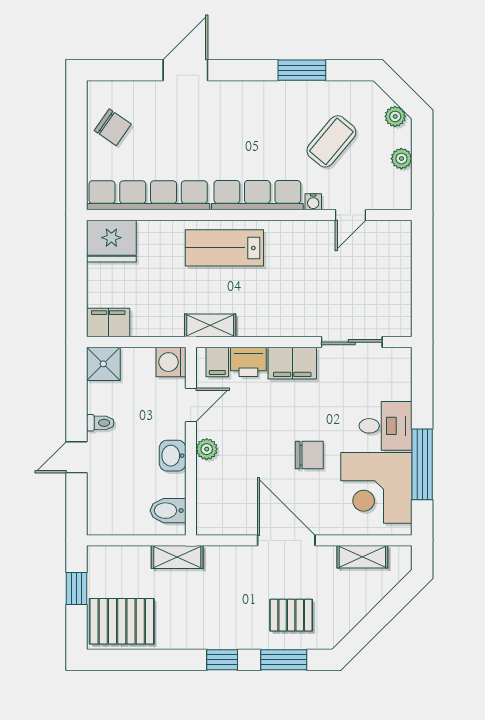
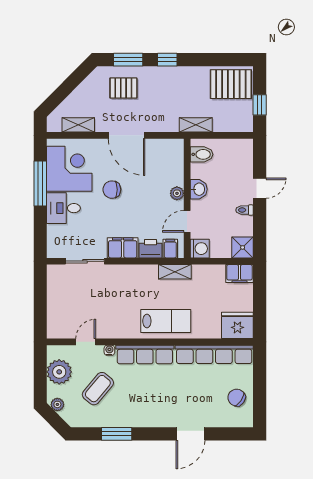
plant: (401, 159) -> (59, 372), width x1.88, depth x1.88

